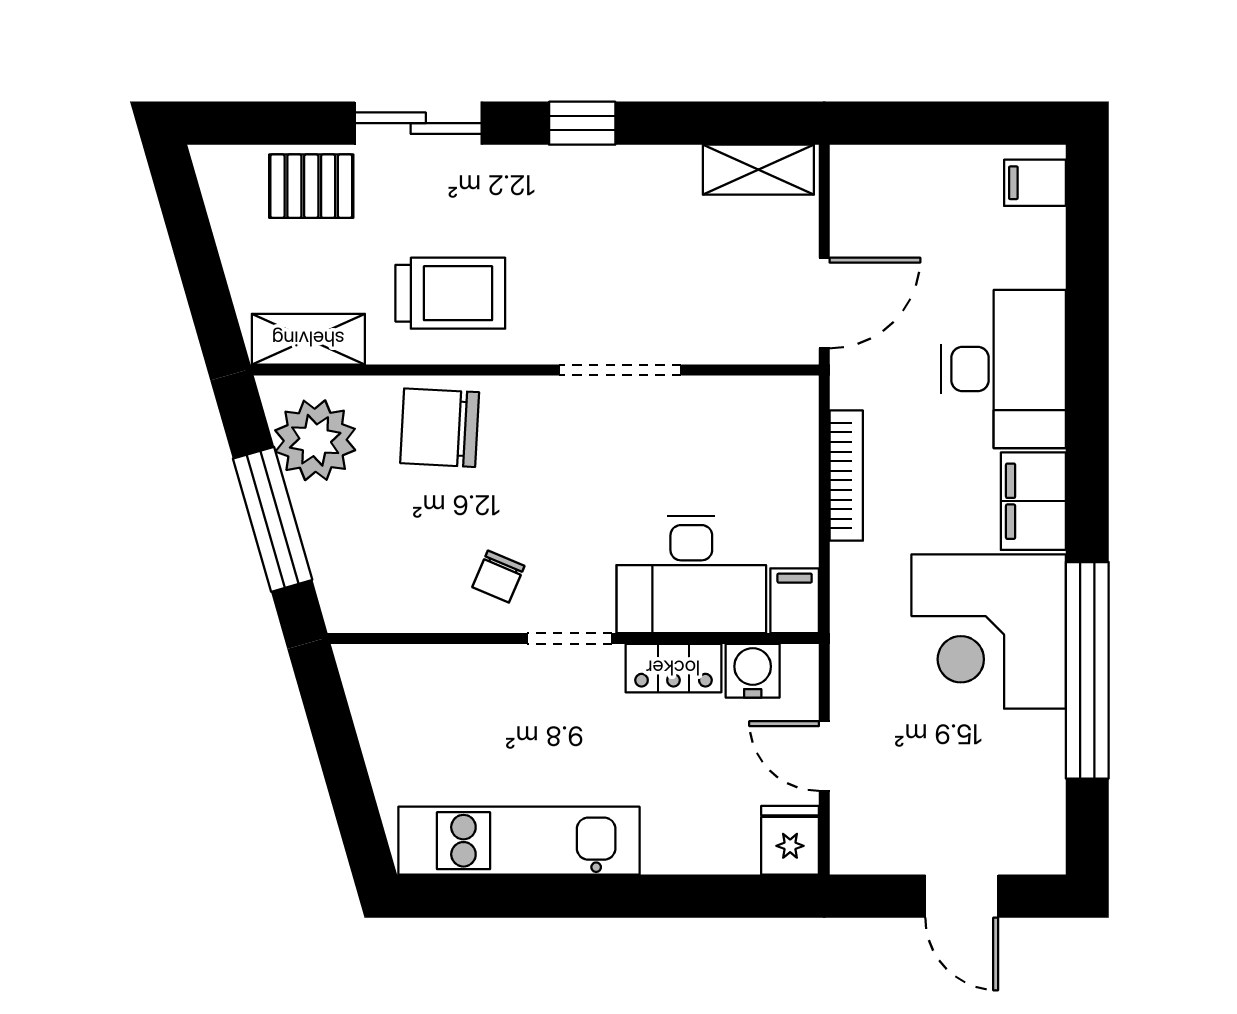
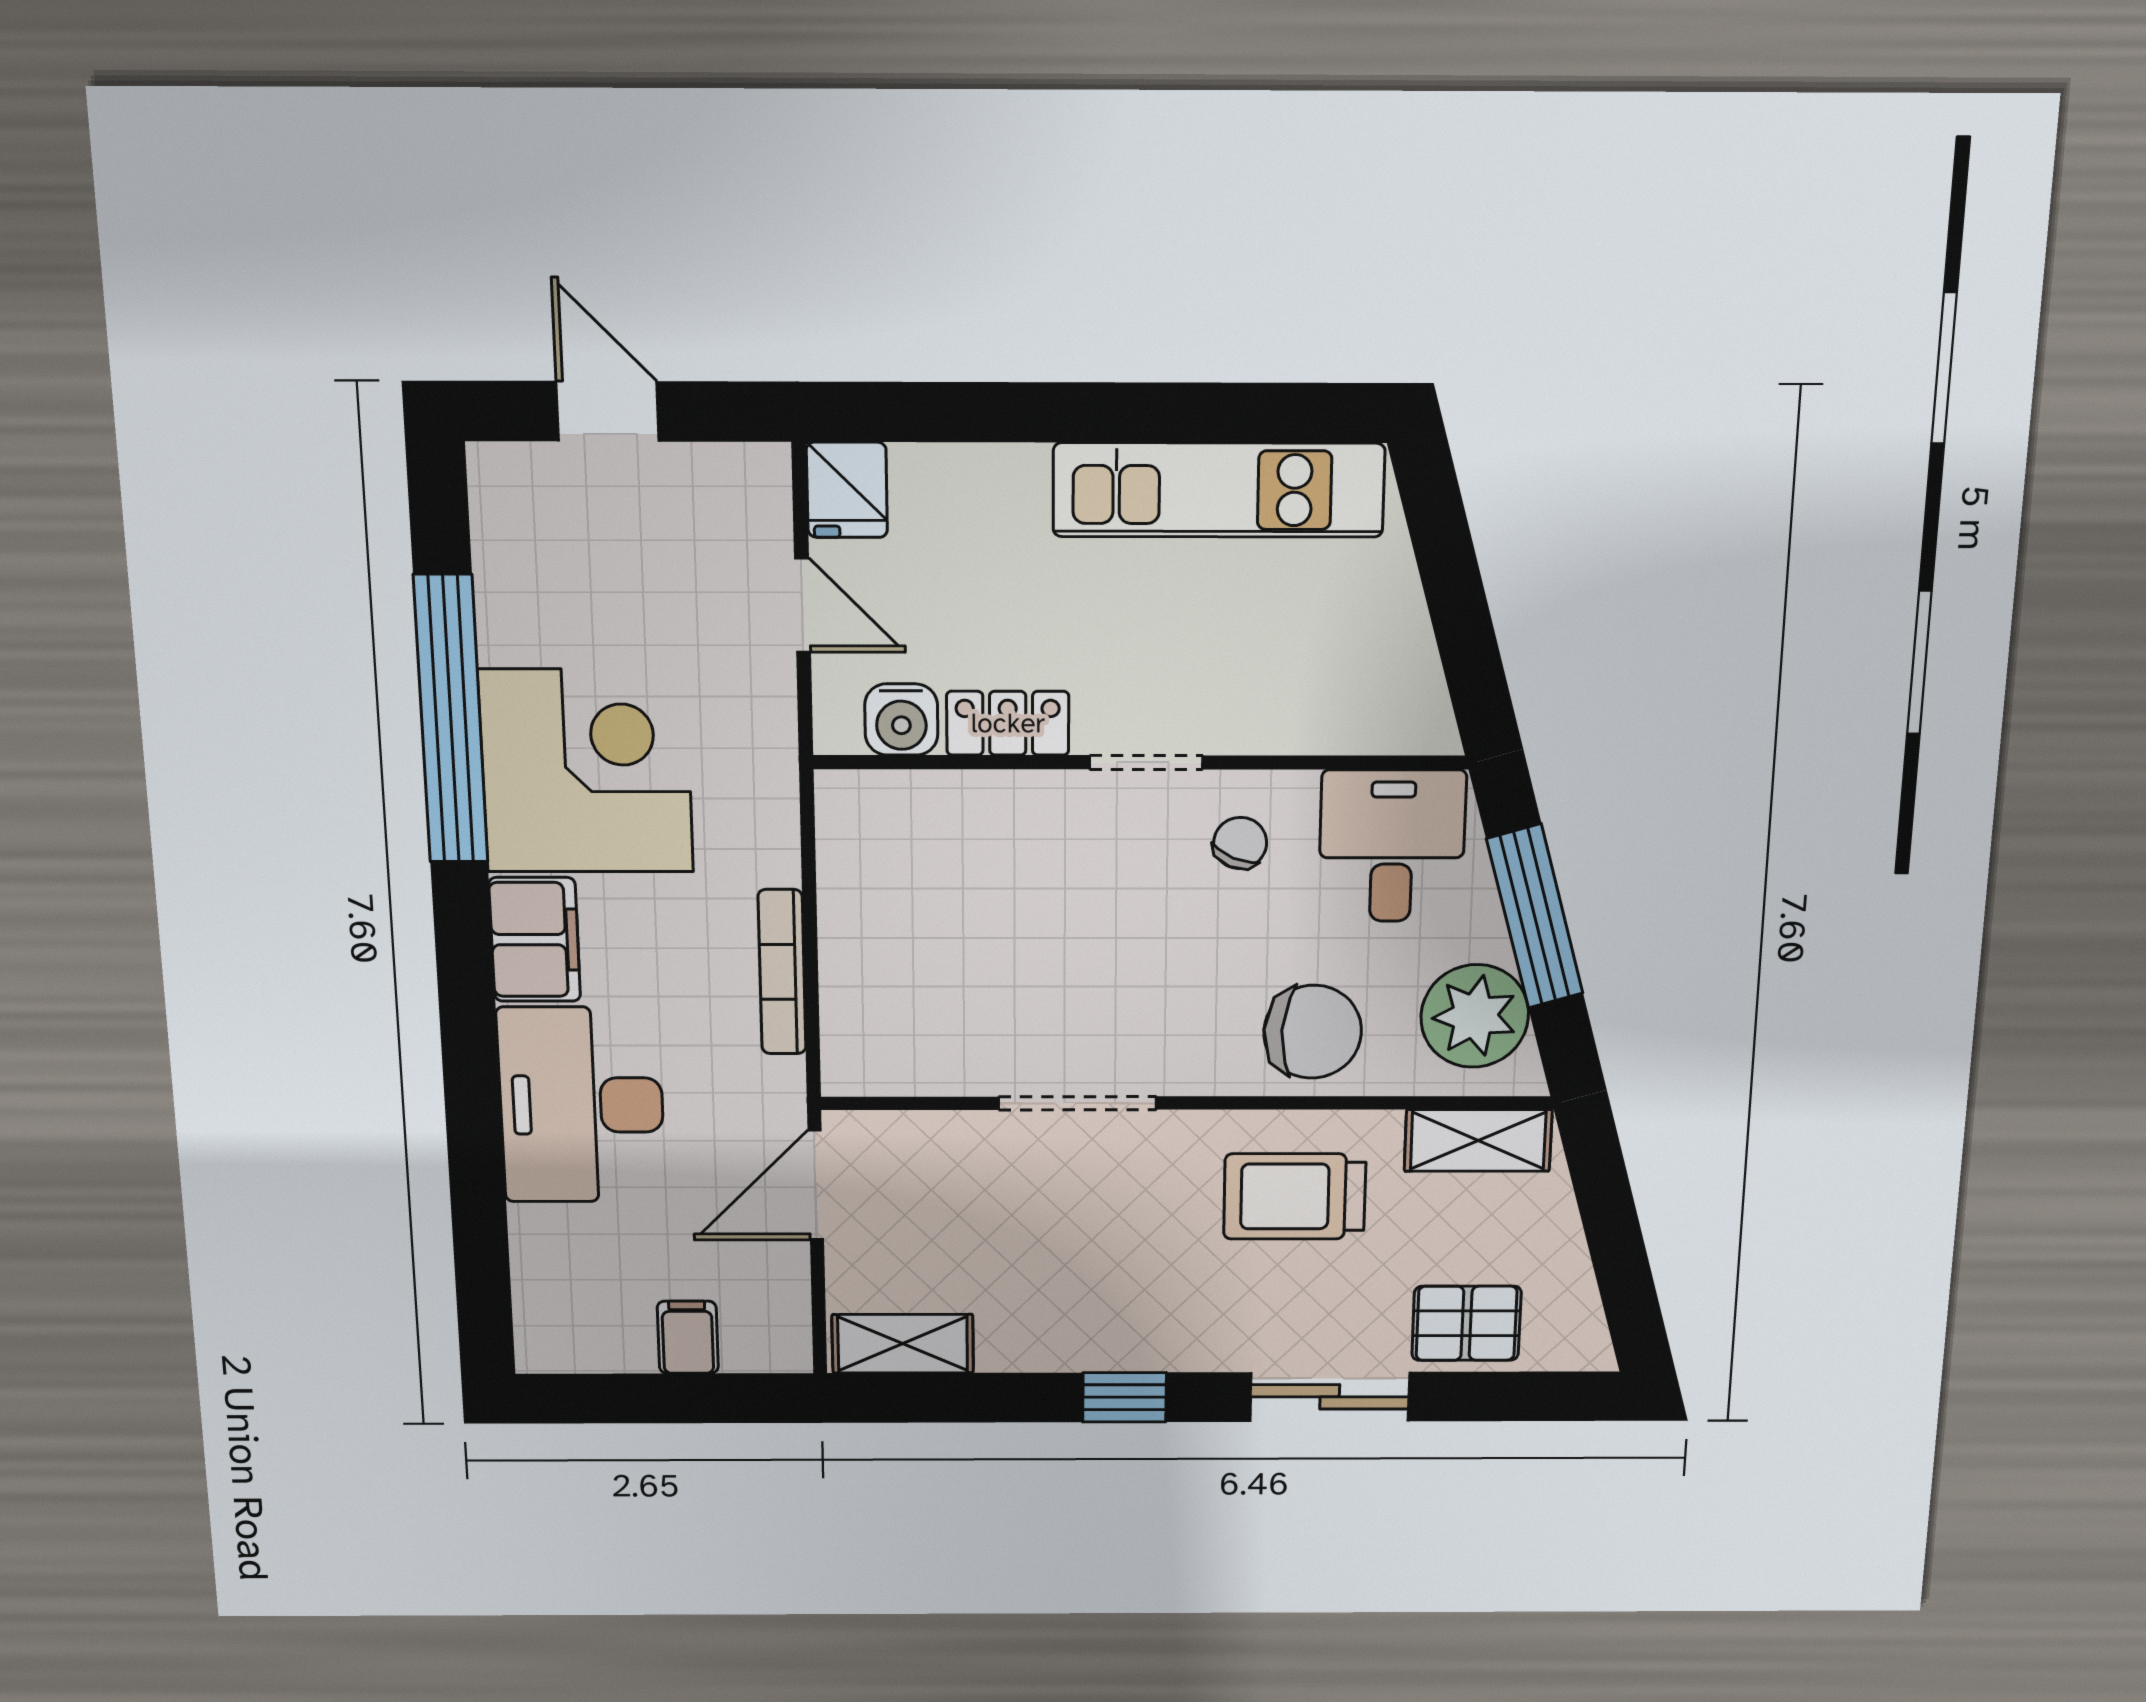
filing cabinet: (1035, 183) -> (688, 1337), moved, turned -90
desk: (691, 574) -> (1392, 846), moved, width x0.73
filing cabinet: (795, 601) -> (847, 812), removed

